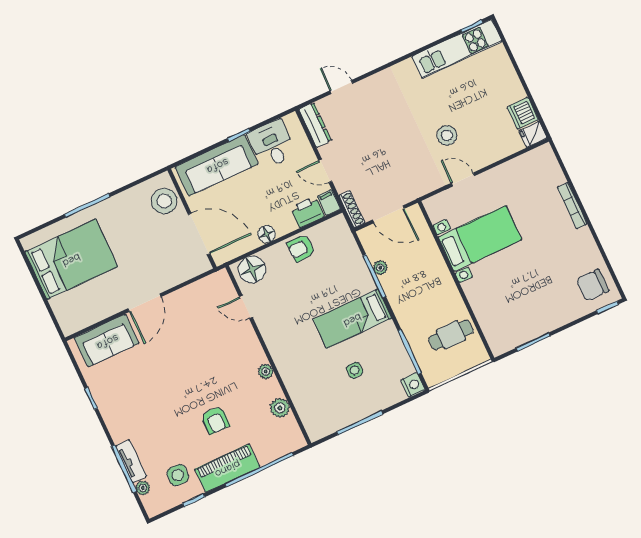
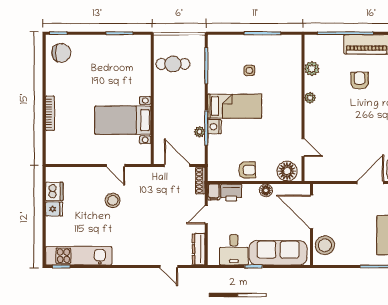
fridge: (533, 134) -> (54, 209), moved
door: (325, 171) -> (206, 215), swing flipped
nightstand: (413, 385) -> (214, 127), moved

